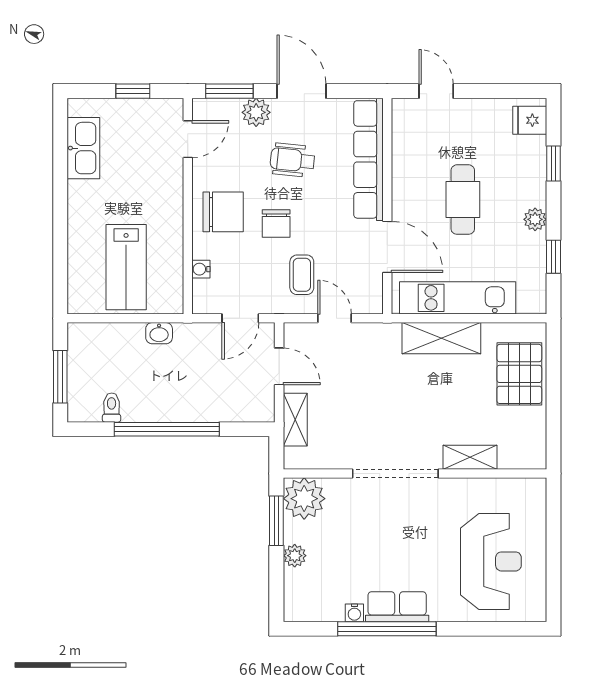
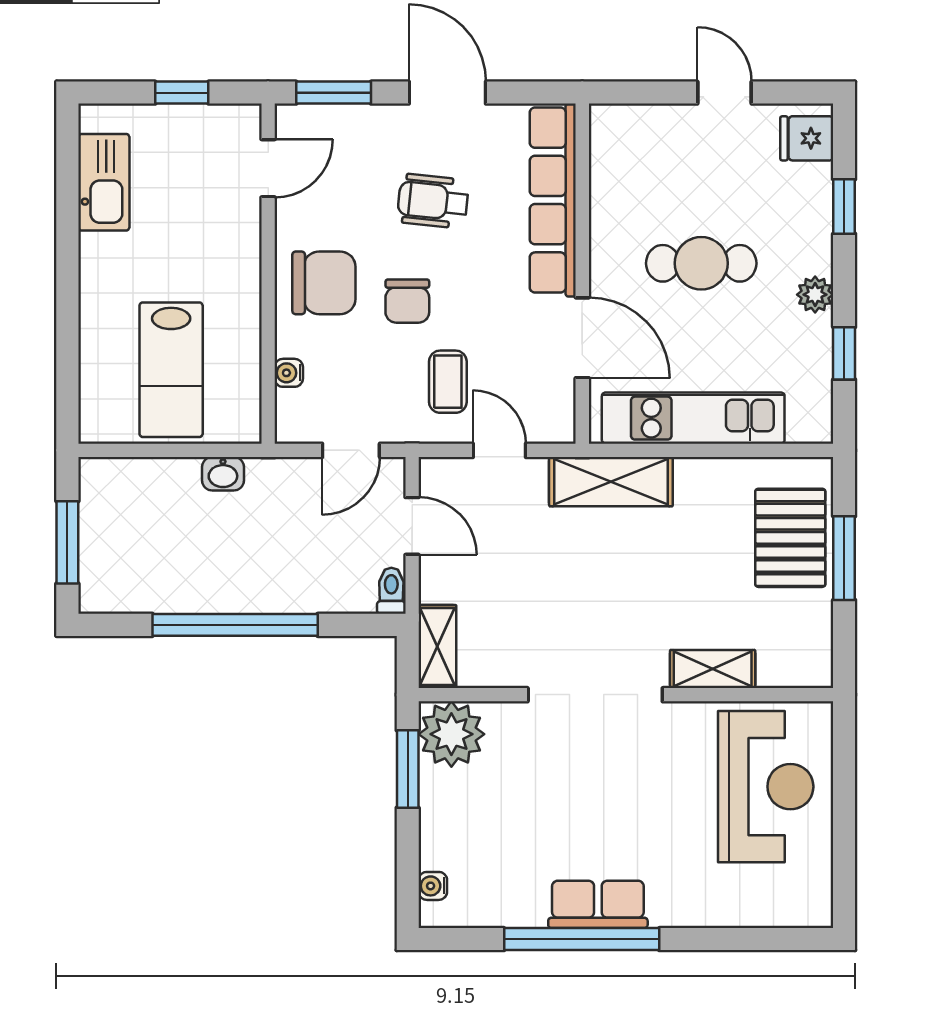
door: (436, 91) -> (725, 93), moved
plant: (256, 112) -> (376, 126), removed
cafe table: (463, 200) -> (701, 263), turned 90
shelving: (441, 338) -> (611, 482), moved
window: (553, 387) -> (844, 558), added
toilet: (112, 408) -> (391, 591), moved
shelving: (295, 420) -> (437, 647), moved
plant: (295, 556) -> (437, 824), removed
reception desk: (491, 561) -> (766, 787), moved
water cooler: (354, 613) -> (433, 886), moved, turned 90

